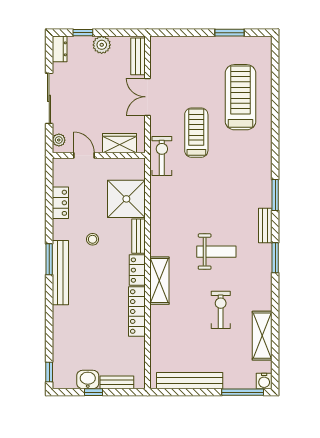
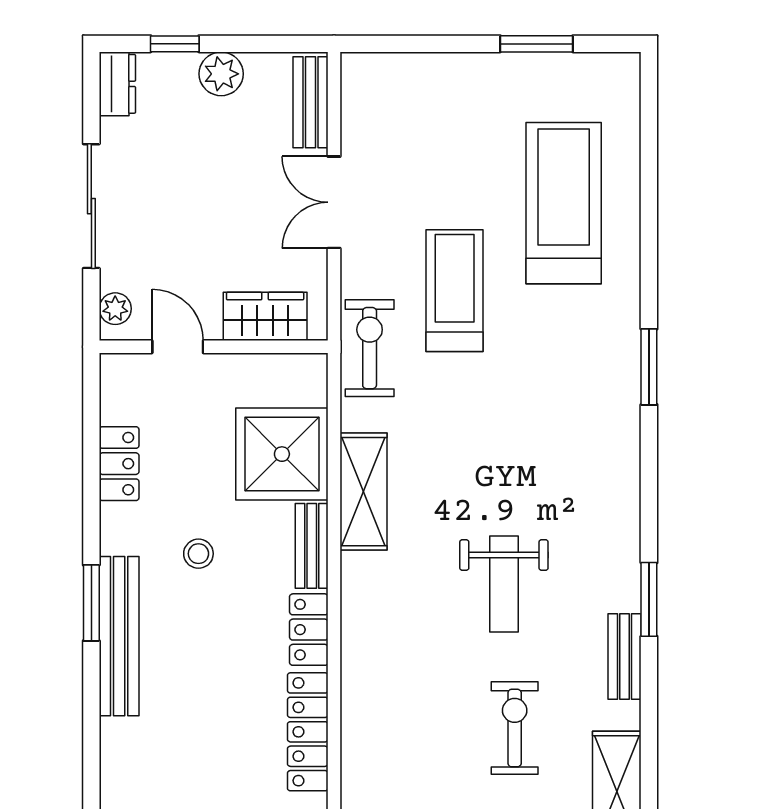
window: (275, 195) -> (649, 367), moved
bench: (265, 225) -> (625, 657), moved
weight bench: (216, 252) -> (504, 584), turned 90
shelving: (159, 281) -> (363, 492), moved

